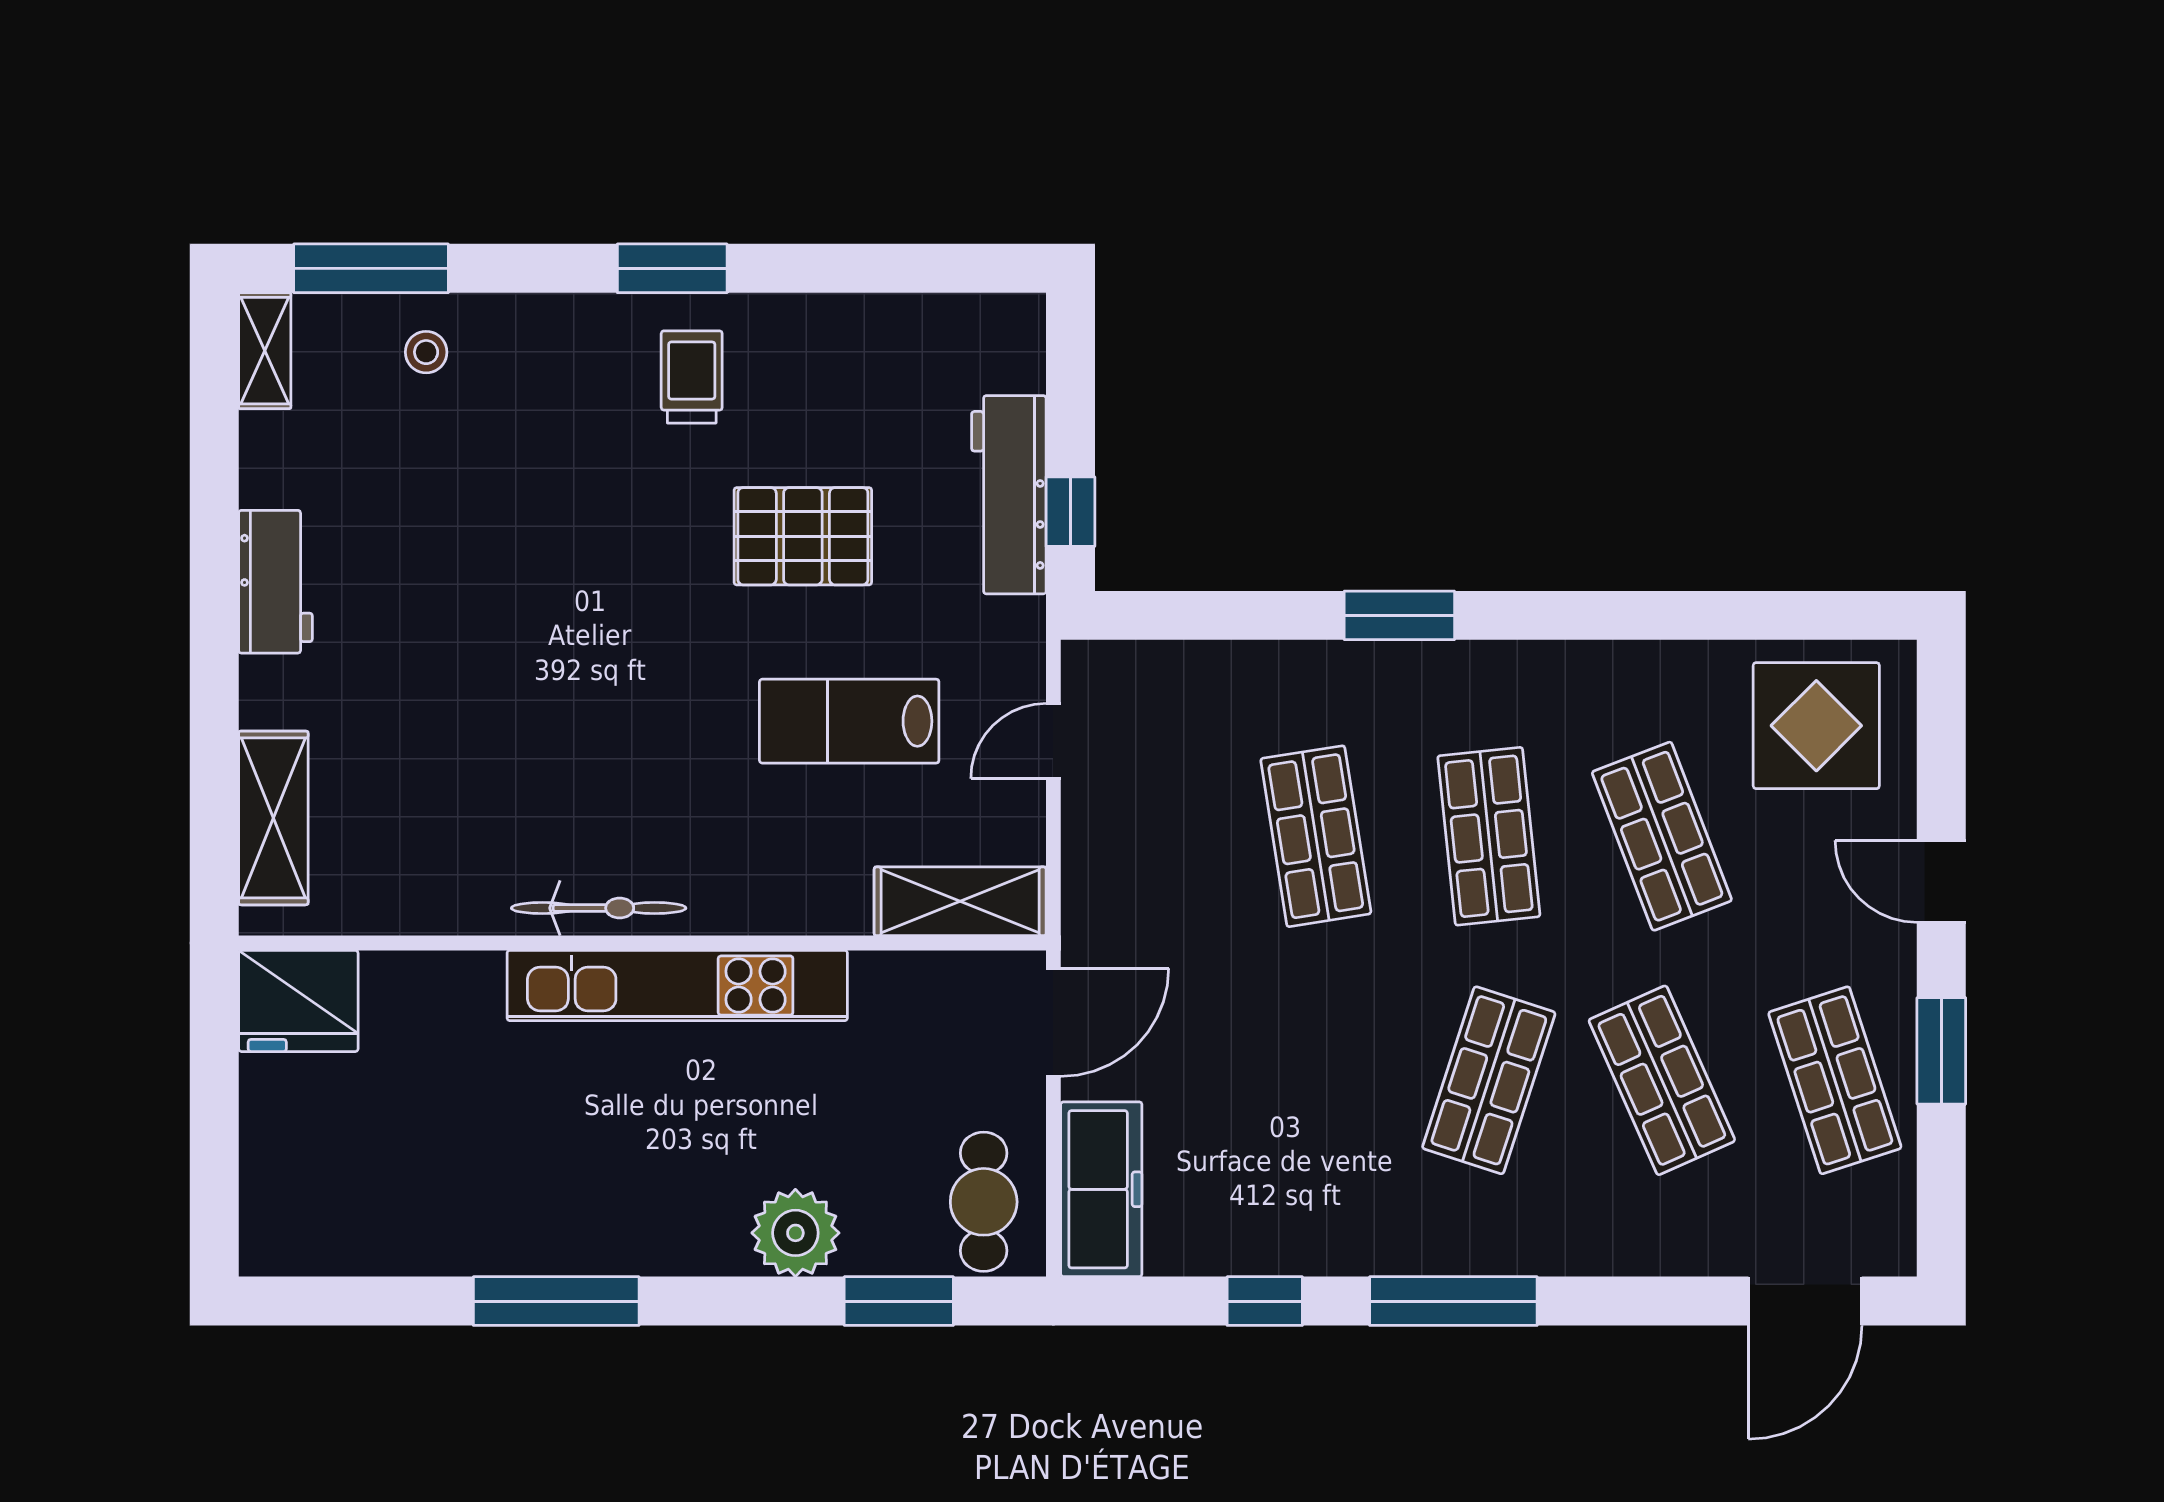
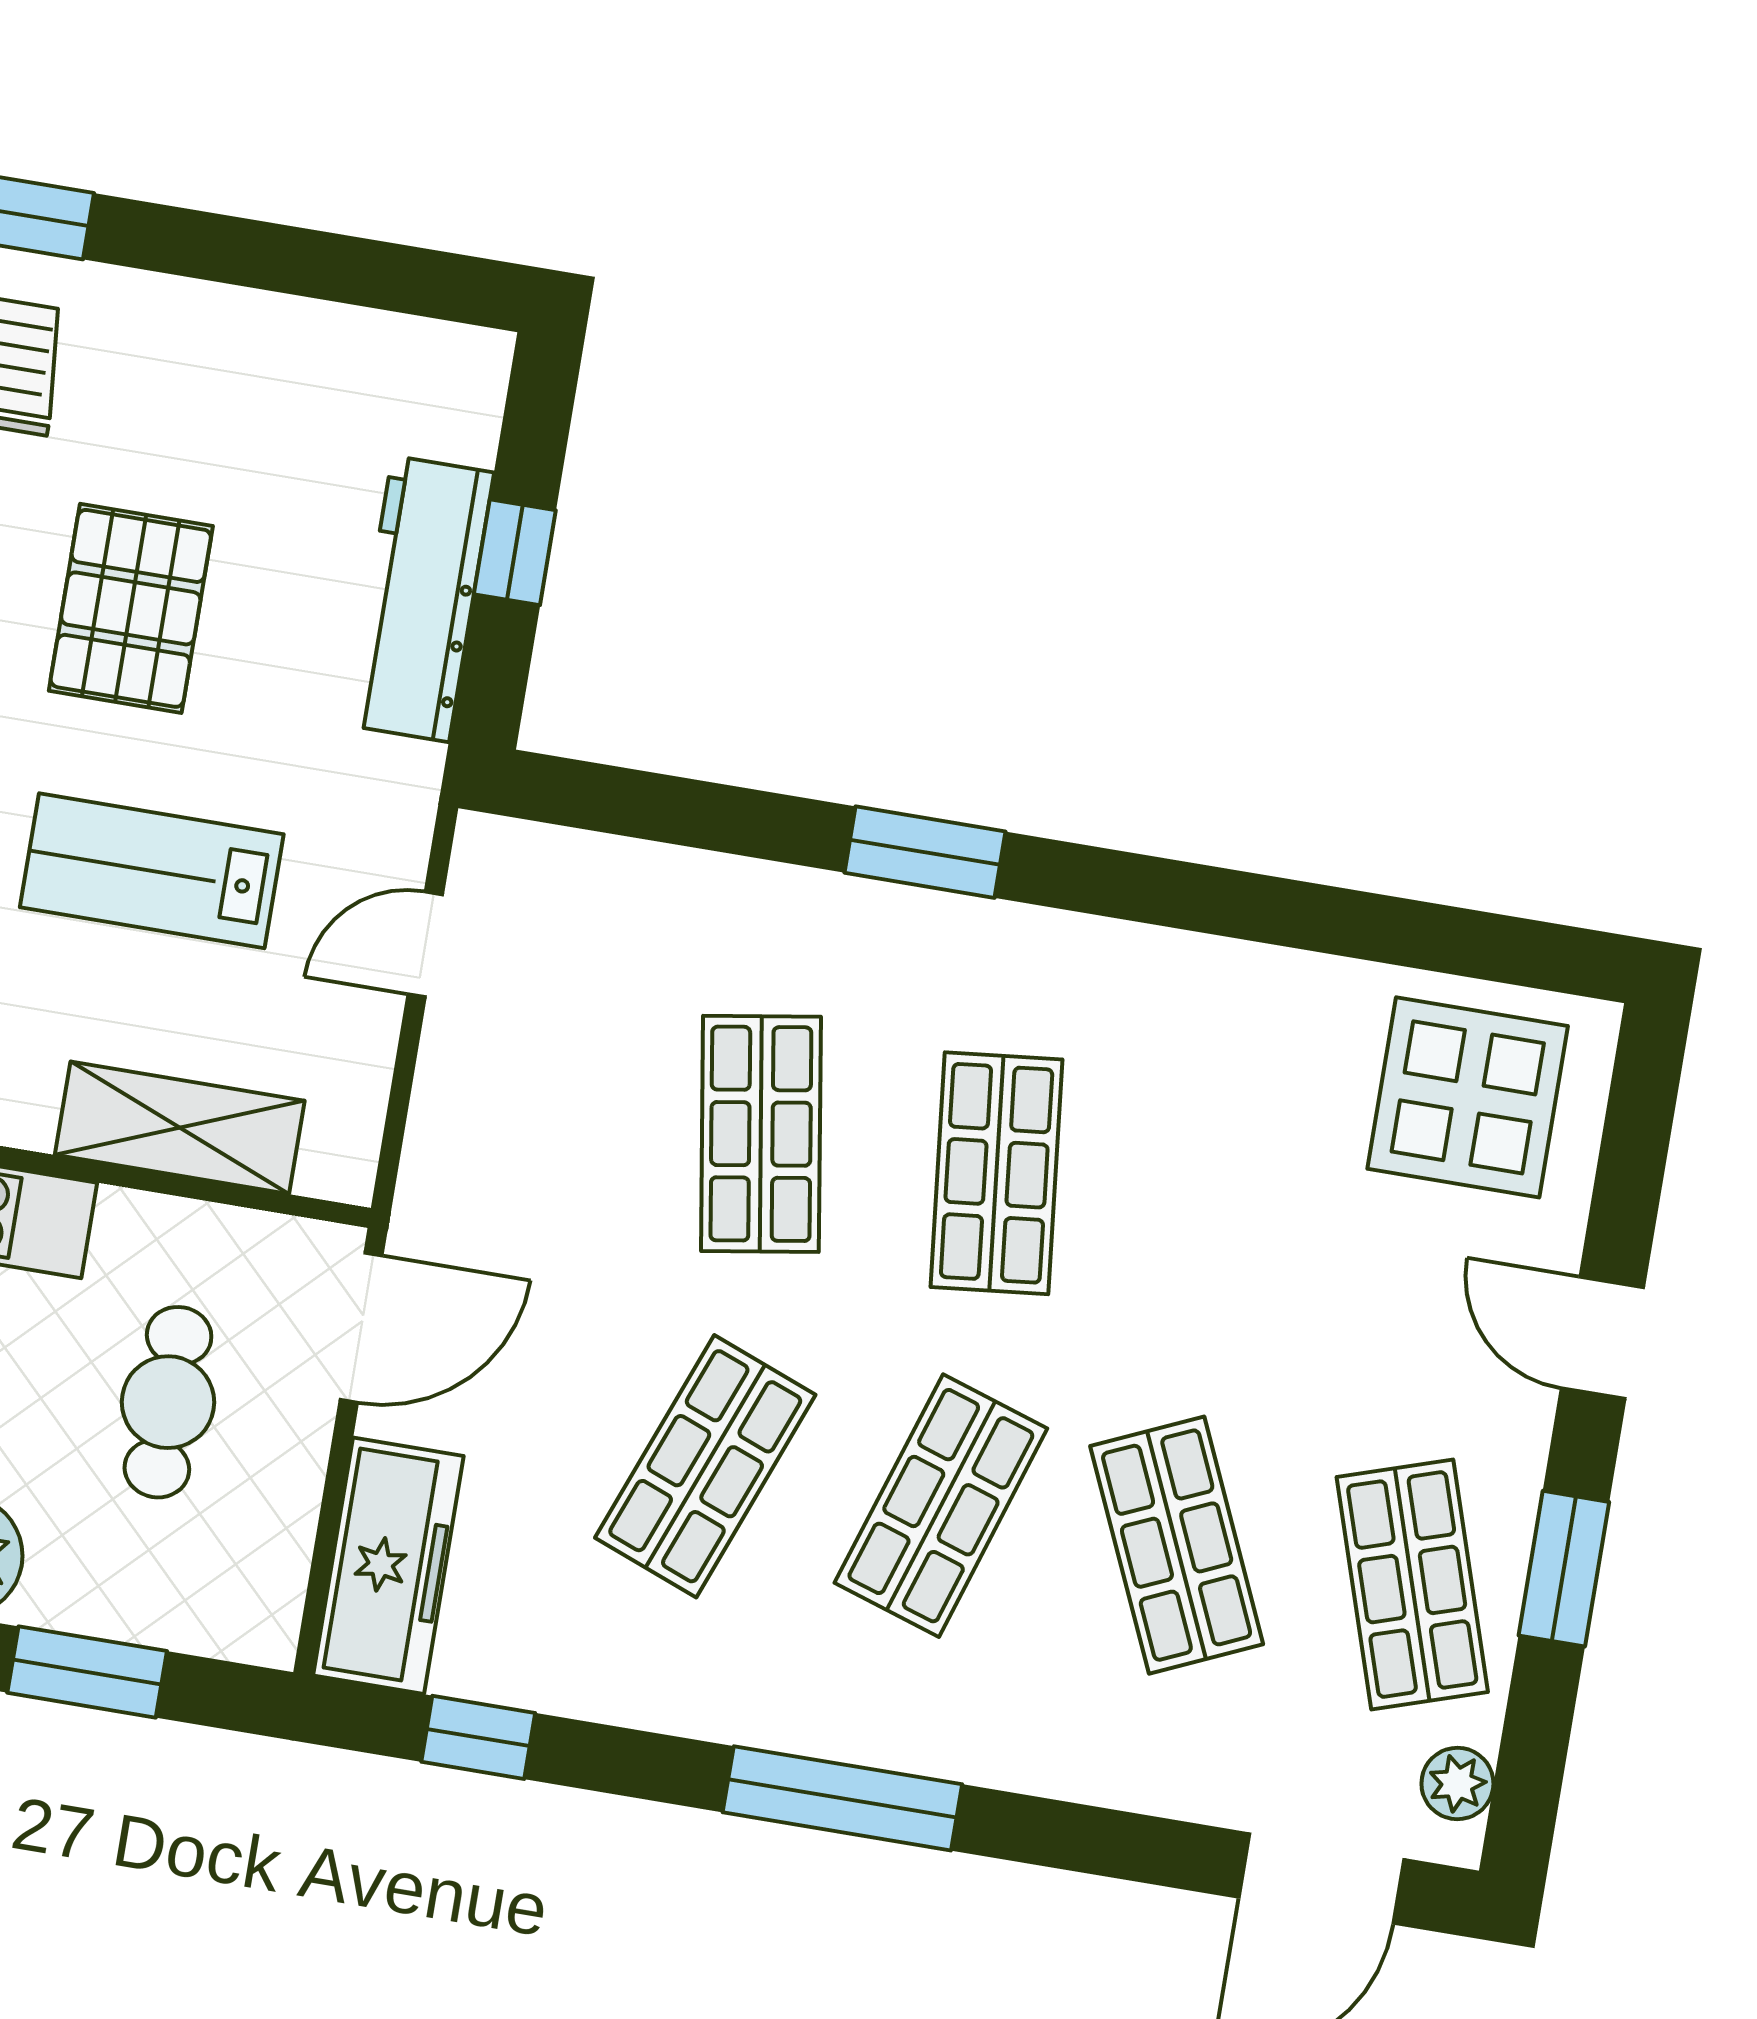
window: (1070, 512) -> (515, 552), moved
pallet: (803, 536) -> (131, 608), turned 90
shop shelf: (1662, 836) -> (705, 1466), moved, turned 42
shelving: (960, 901) -> (180, 1128), moved
cafe table: (984, 1202) -> (168, 1402), moved
plant: (1891, 1217) -> (1457, 1783), added
window: (1265, 1301) -> (478, 1737), moved

